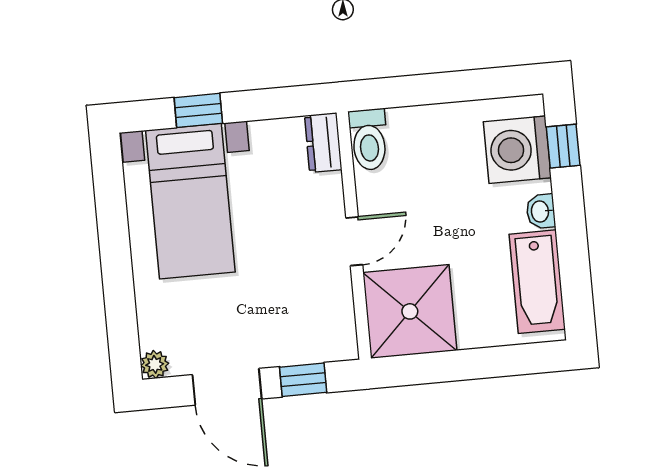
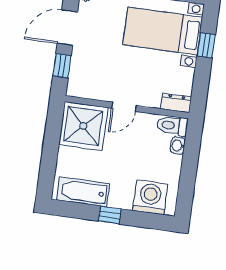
window: (563, 146) -> (110, 215), moved
washbasin: (541, 211) -> (178, 146), moved, turned -90
door: (354, 241) -> (124, 107), hinge flipped

